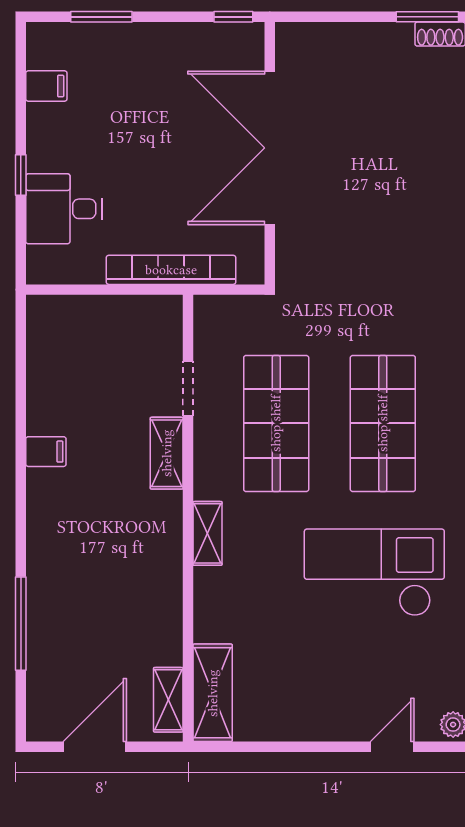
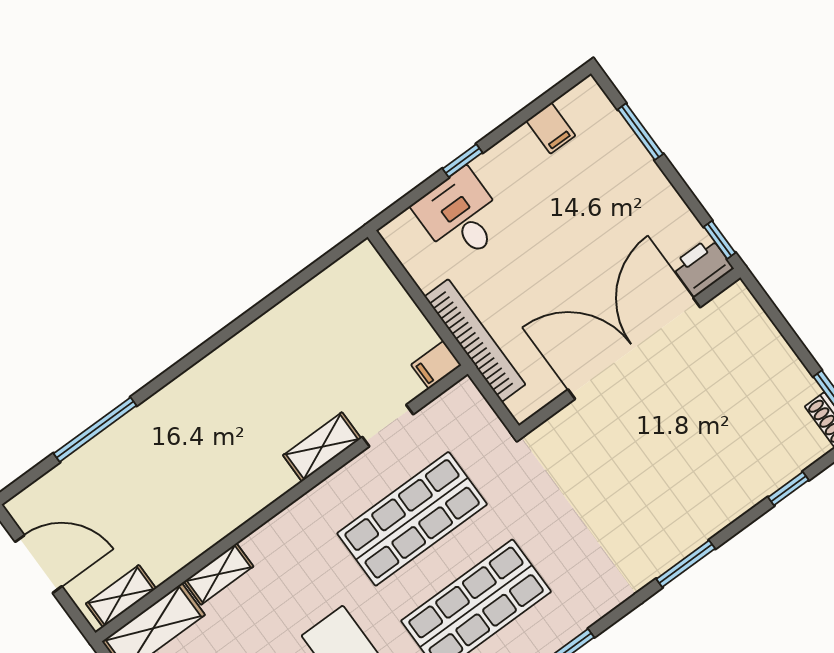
printer: (245, 46) -> (702, 267), added
filing cabinet: (46, 452) -> (436, 365), moved, turned 90
shelving: (207, 533) -> (219, 574), moved

